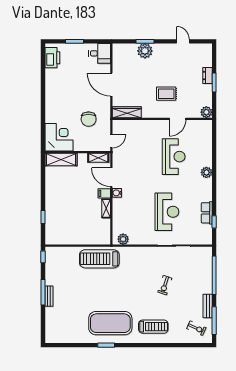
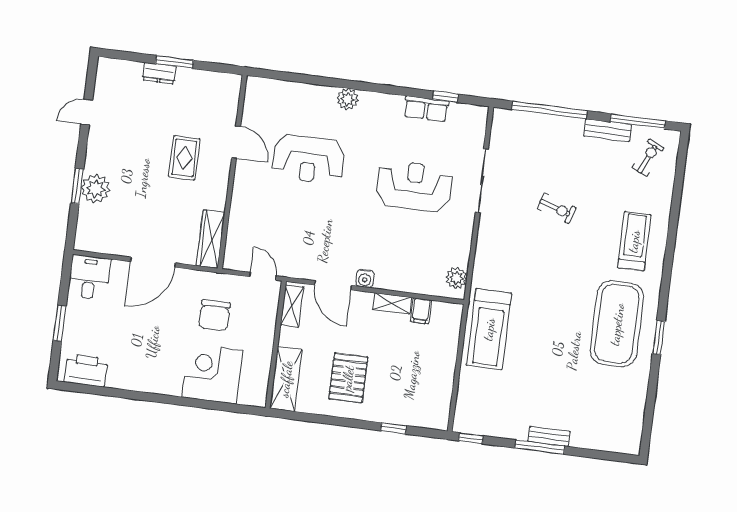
plant: (206, 112) -> (230, 84), removed
chair: (89, 119) -> (214, 315), turned 90
corner desk: (59, 137) -> (212, 374), moved
reception desk: (174, 157) -> (308, 159), turned 180
door: (111, 177) -> (333, 285), hinge flipped
pallet: (66, 191) -> (348, 378), added
filing cabinet: (104, 193) -> (421, 311), moved

